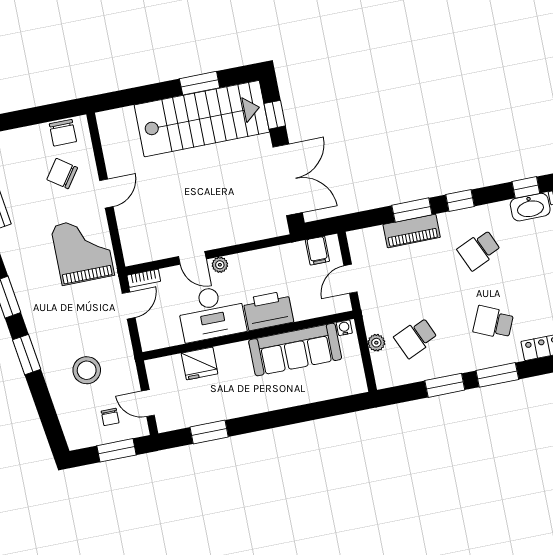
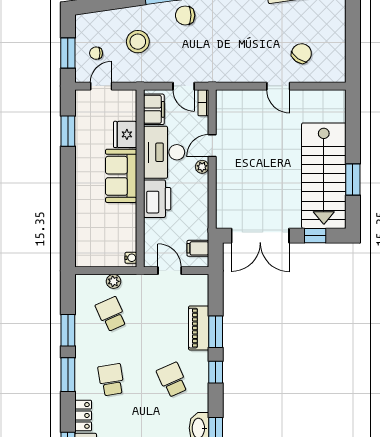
chair: (63, 133) -> (185, 15), moved
grand piano: (83, 251) -> (236, 57), removed
school desk: (493, 322) -> (111, 380), turned -33
filing cabinet: (163, 335) -> (154, 109), added
sofa: (295, 350) -> (121, 176), moved, width x0.73

